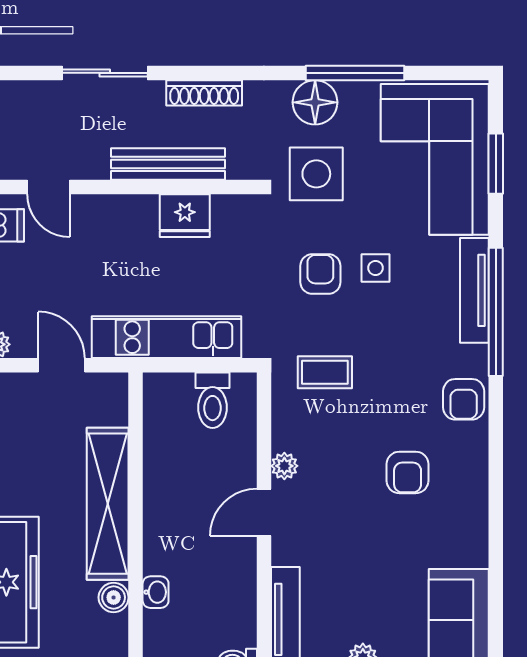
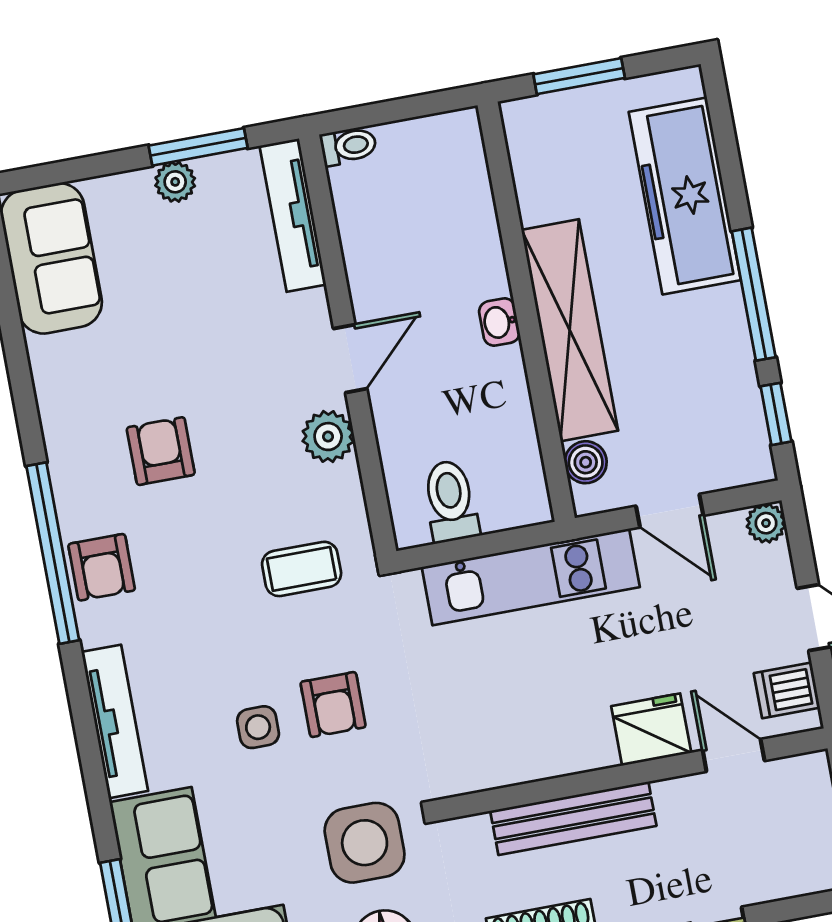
fridge: (185, 216) -> (651, 730), moved
window: (496, 312) -> (53, 553), moved
armchair: (464, 399) -> (102, 567), turned 180
plant: (284, 466) -> (328, 437), width x1.38, depth x1.38
washbasin: (156, 592) -> (499, 322), moved
boiler: (114, 597) -> (586, 462), moved

